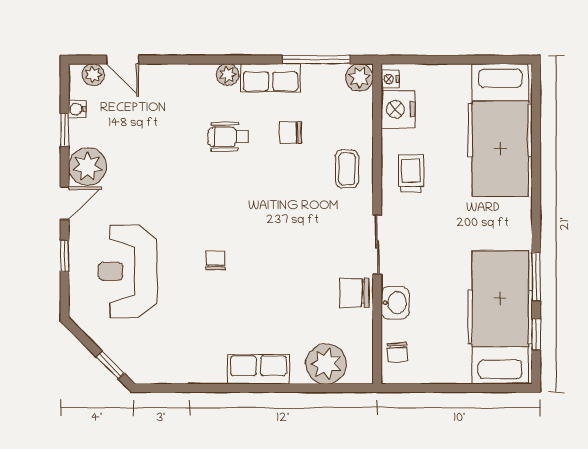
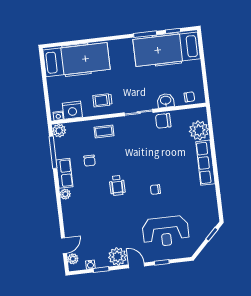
wheelchair: (228, 137) -> (117, 185), moved
chair: (354, 293) -> (163, 121), turned 90
row of seats: (258, 369) -> (205, 163), width x1.48

